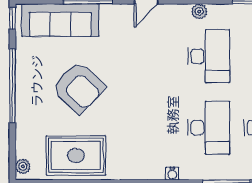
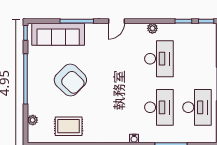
rug: (76, 155) -> (69, 126), width x0.73, depth x0.70
plant: (23, 166) -> (33, 120), moved

